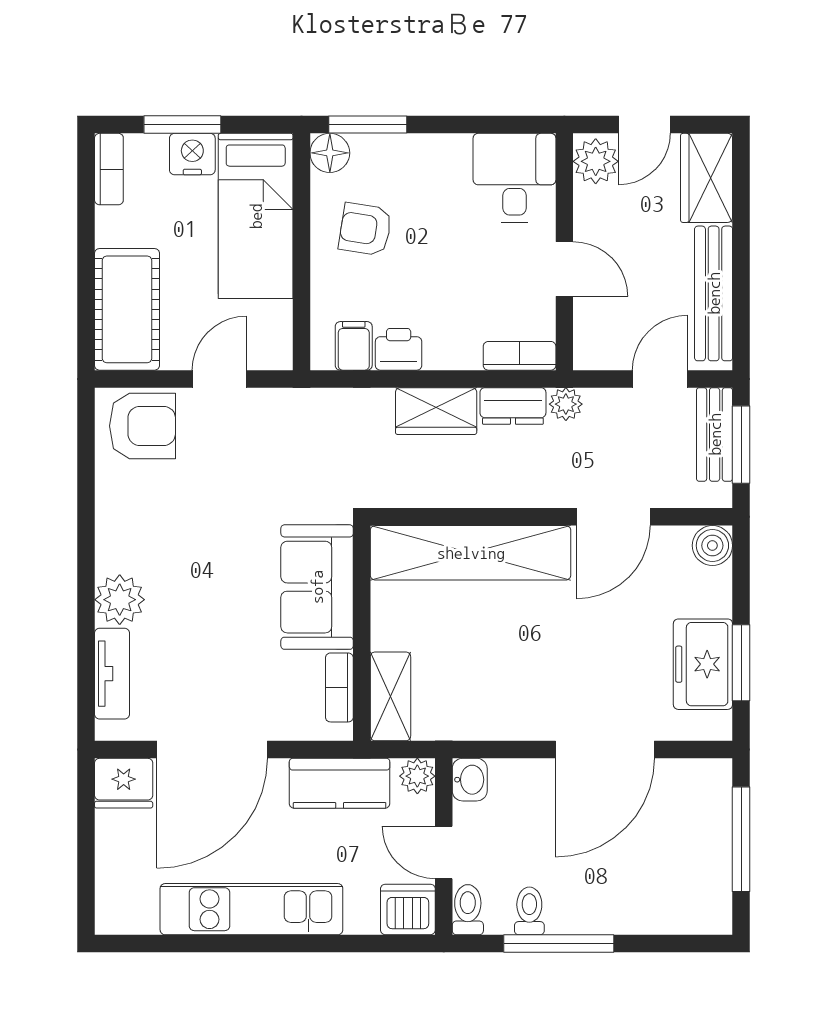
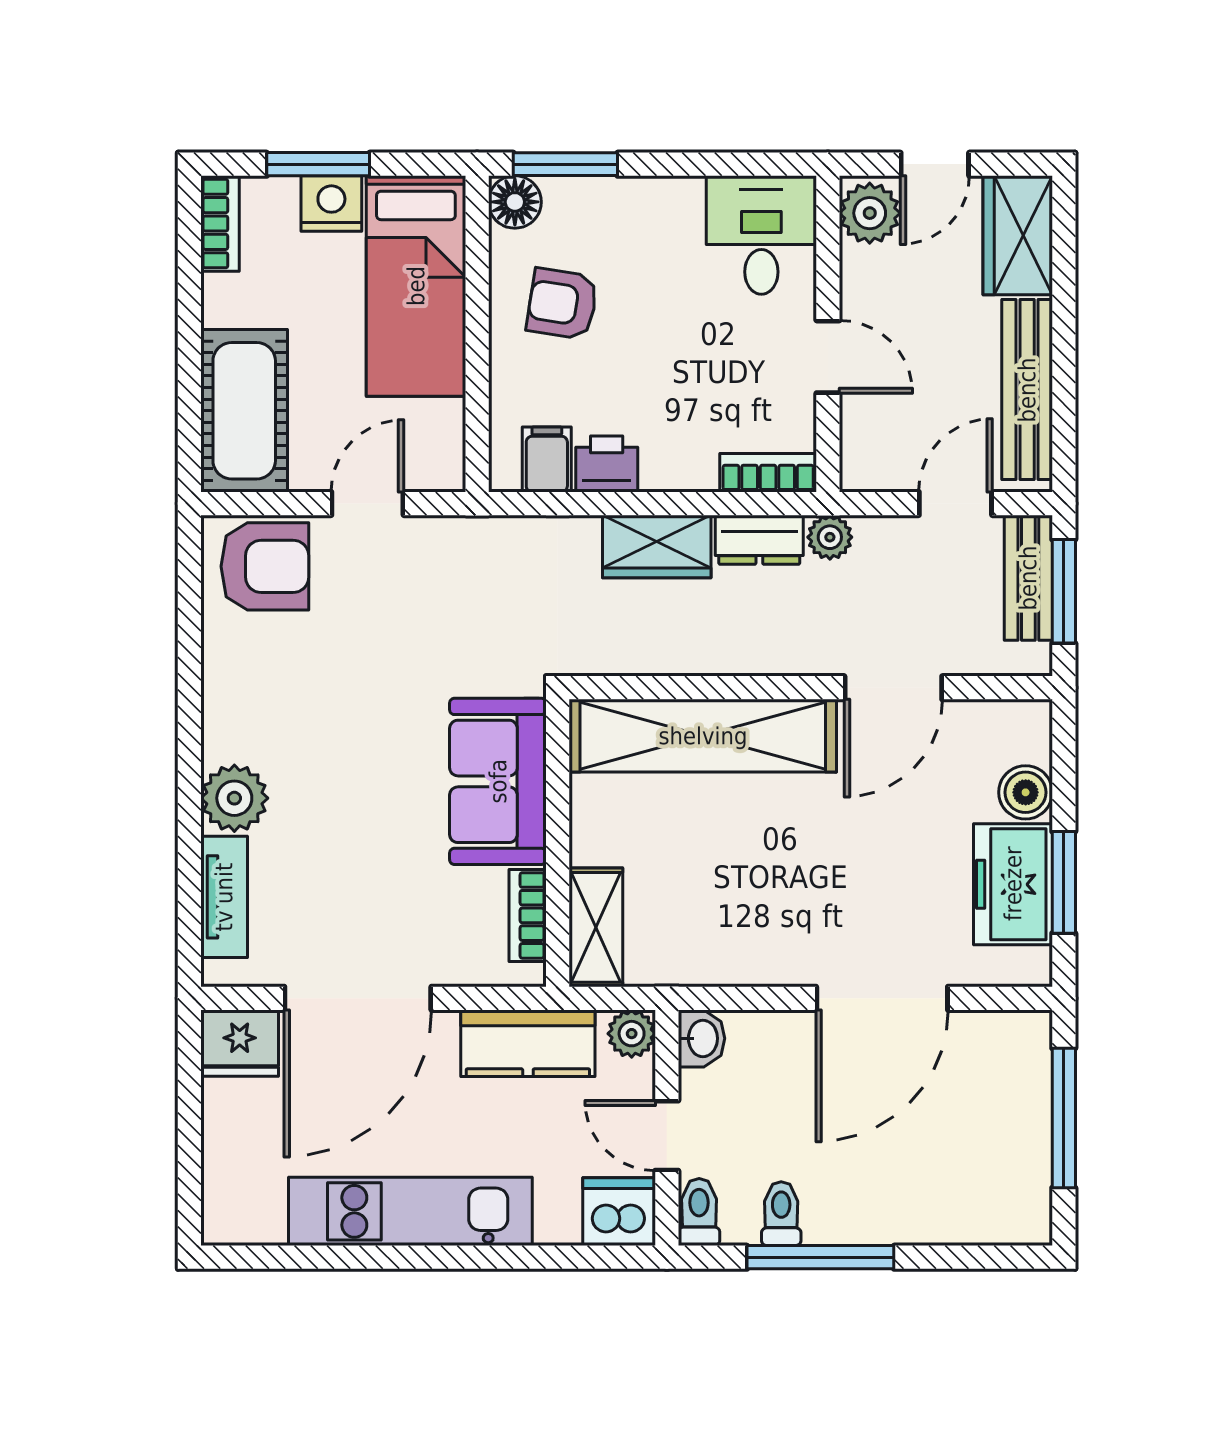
boiler: (712, 546) -> (1026, 792), moved

